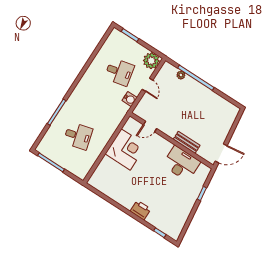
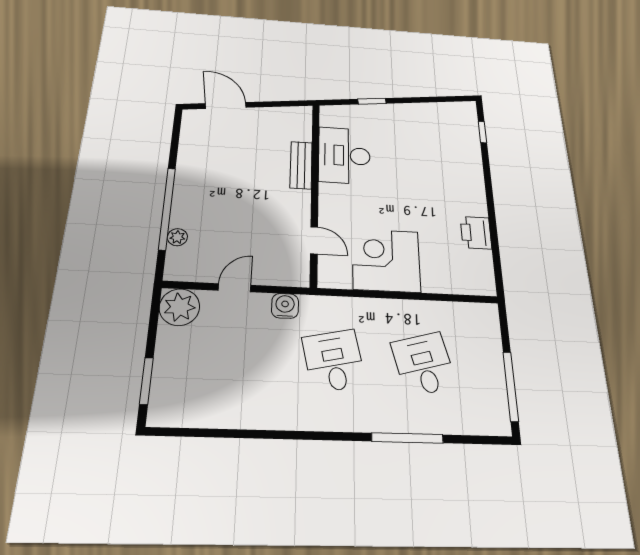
desk: (119, 72) -> (334, 361), moved
door: (221, 153) -> (226, 105), moved
printer: (141, 210) -> (476, 233), moved

